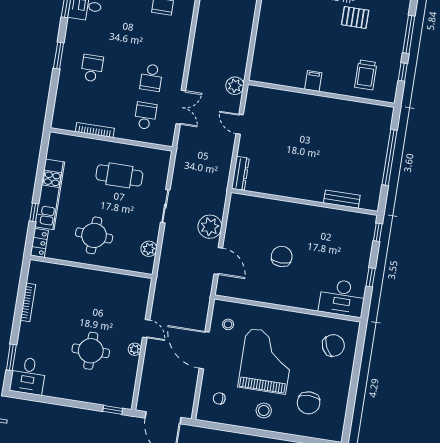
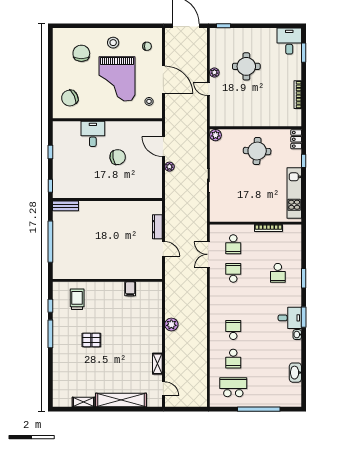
filing cabinet: (313, 81) -> (130, 289), moved
plant: (235, 86) -> (171, 325), moved
dresser: (240, 173) -> (157, 227), moved
cafe table: (119, 175) -> (245, 198), removed
kitchen unit: (50, 194) -> (294, 193), moved
bench: (342, 199) -> (66, 206), moved
plant: (210, 227) -> (169, 167), width x0.53, depth x0.53
plant: (149, 249) -> (216, 135), moved
chair: (282, 256) -> (118, 157), turned -99
desk: (342, 298) -> (93, 134), moved, width x0.73

